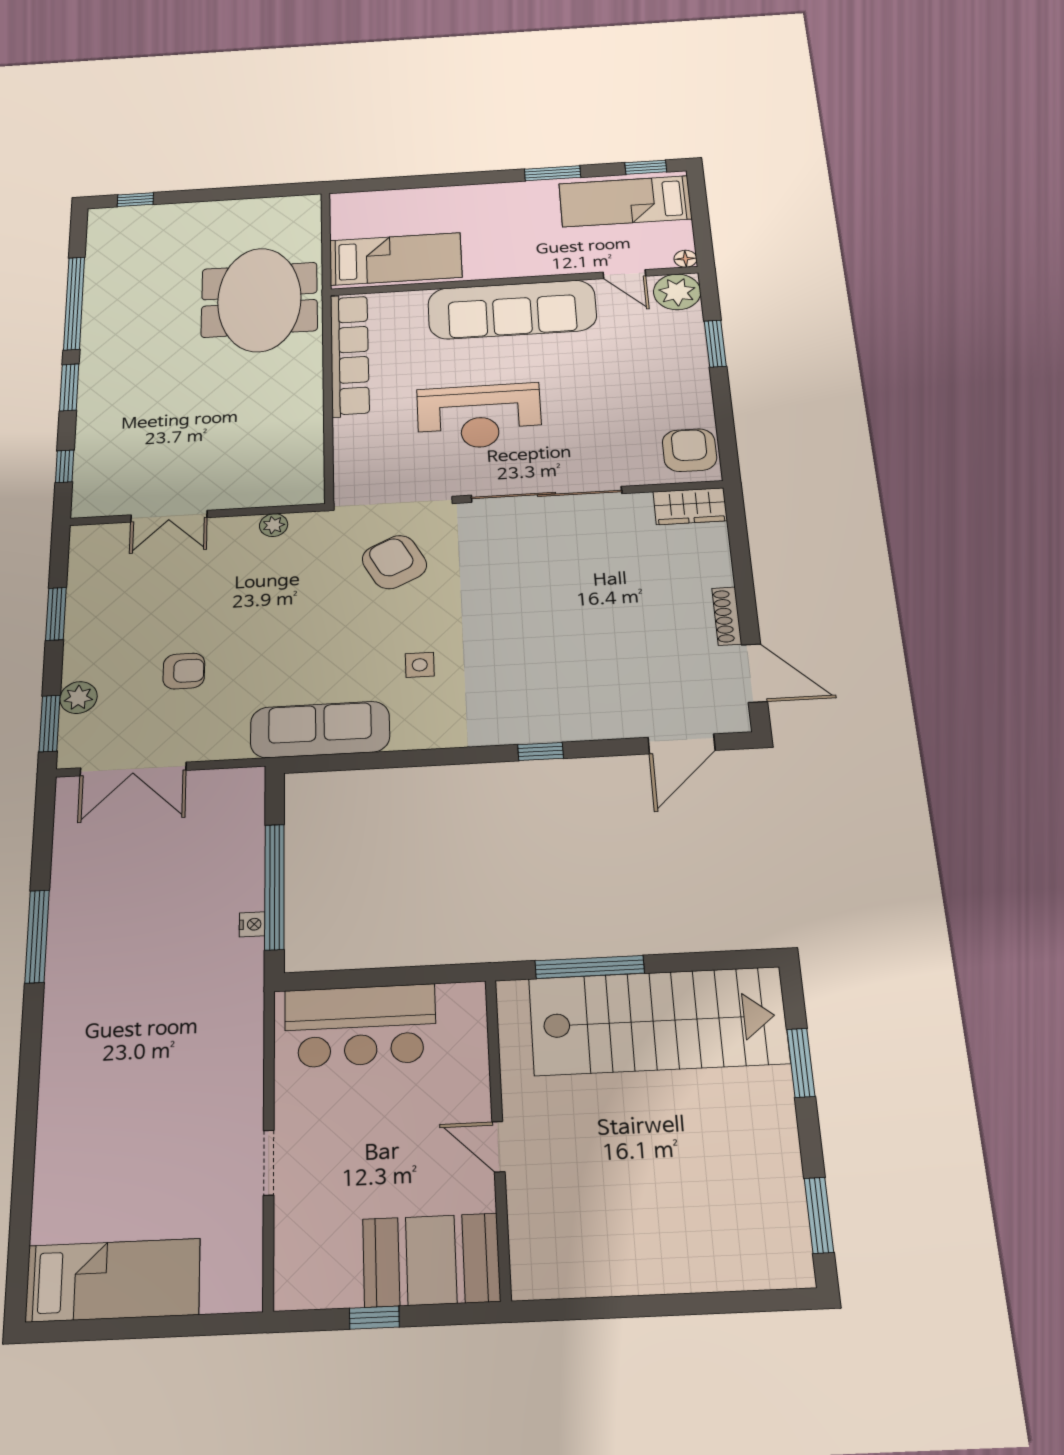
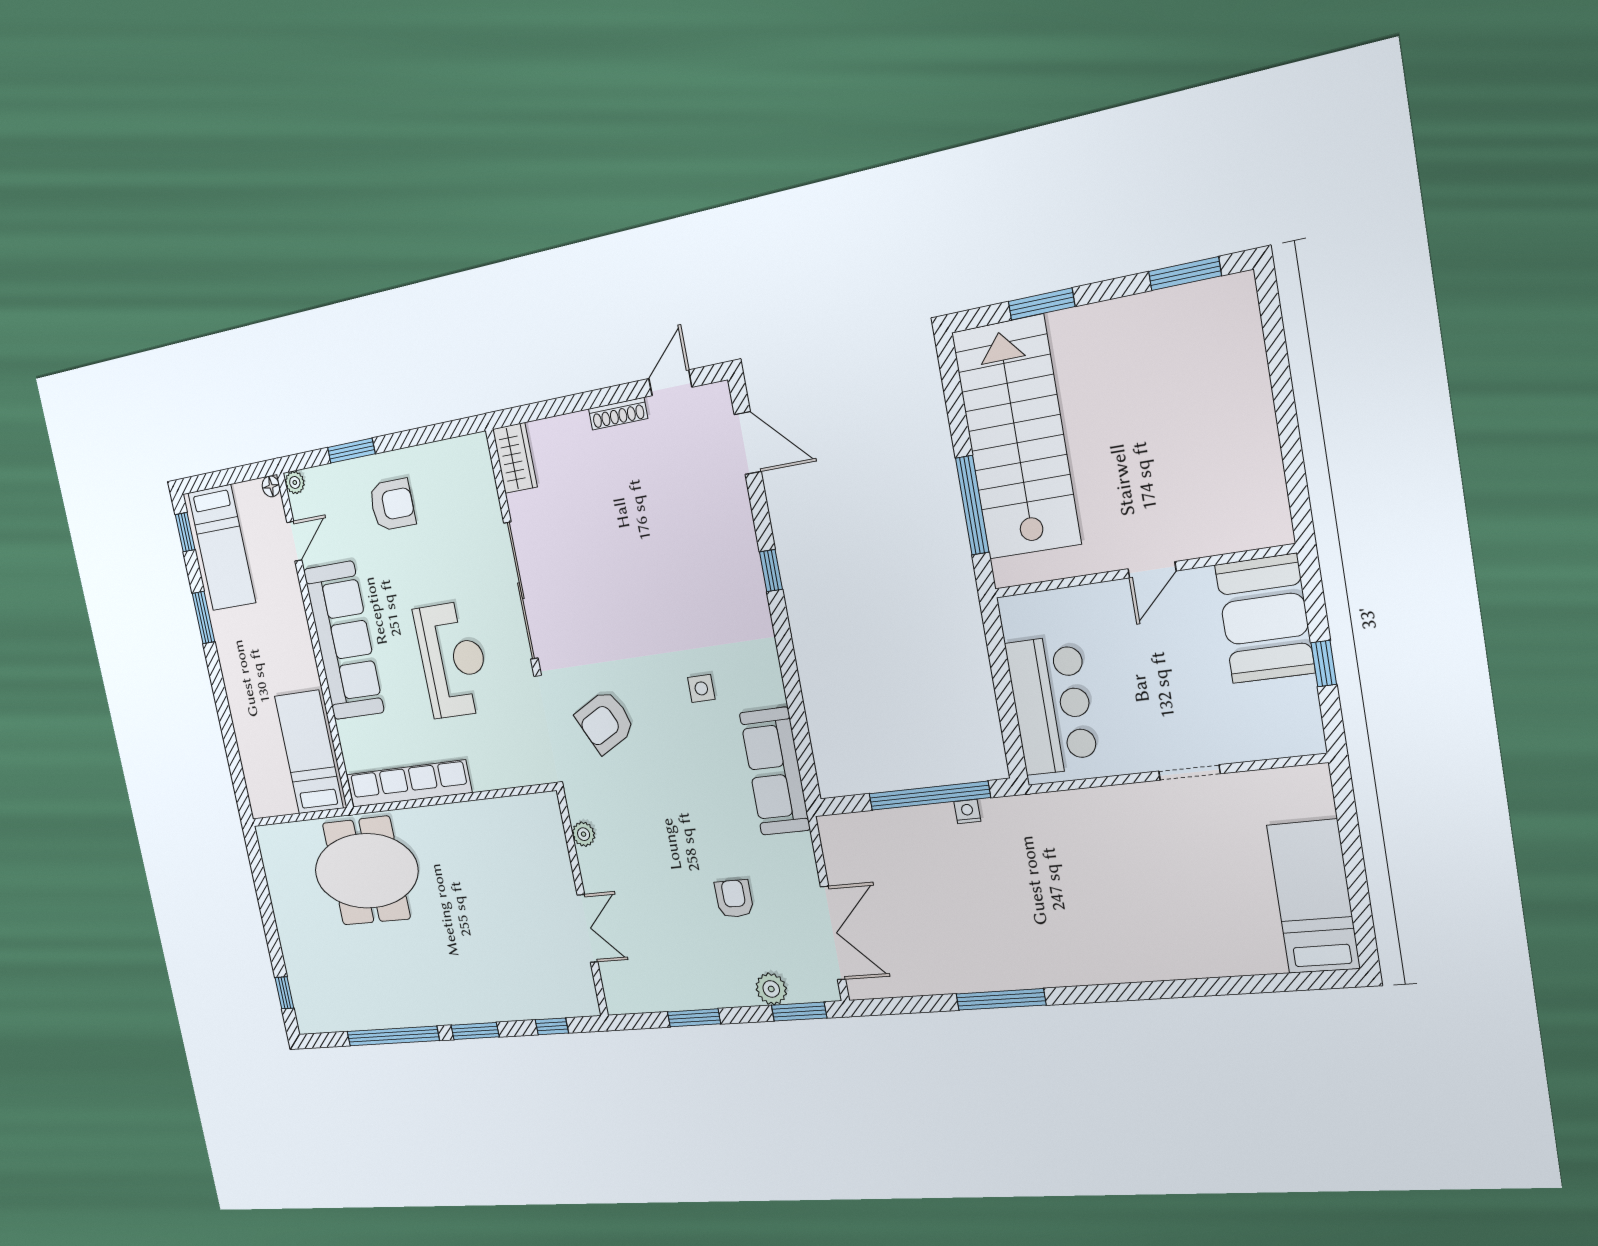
plant: (677, 292) -> (295, 482), width x0.53, depth x0.53
armchair: (690, 450) -> (392, 505), moved, turned 180
door: (754, 673) -> (670, 383), width x0.73

